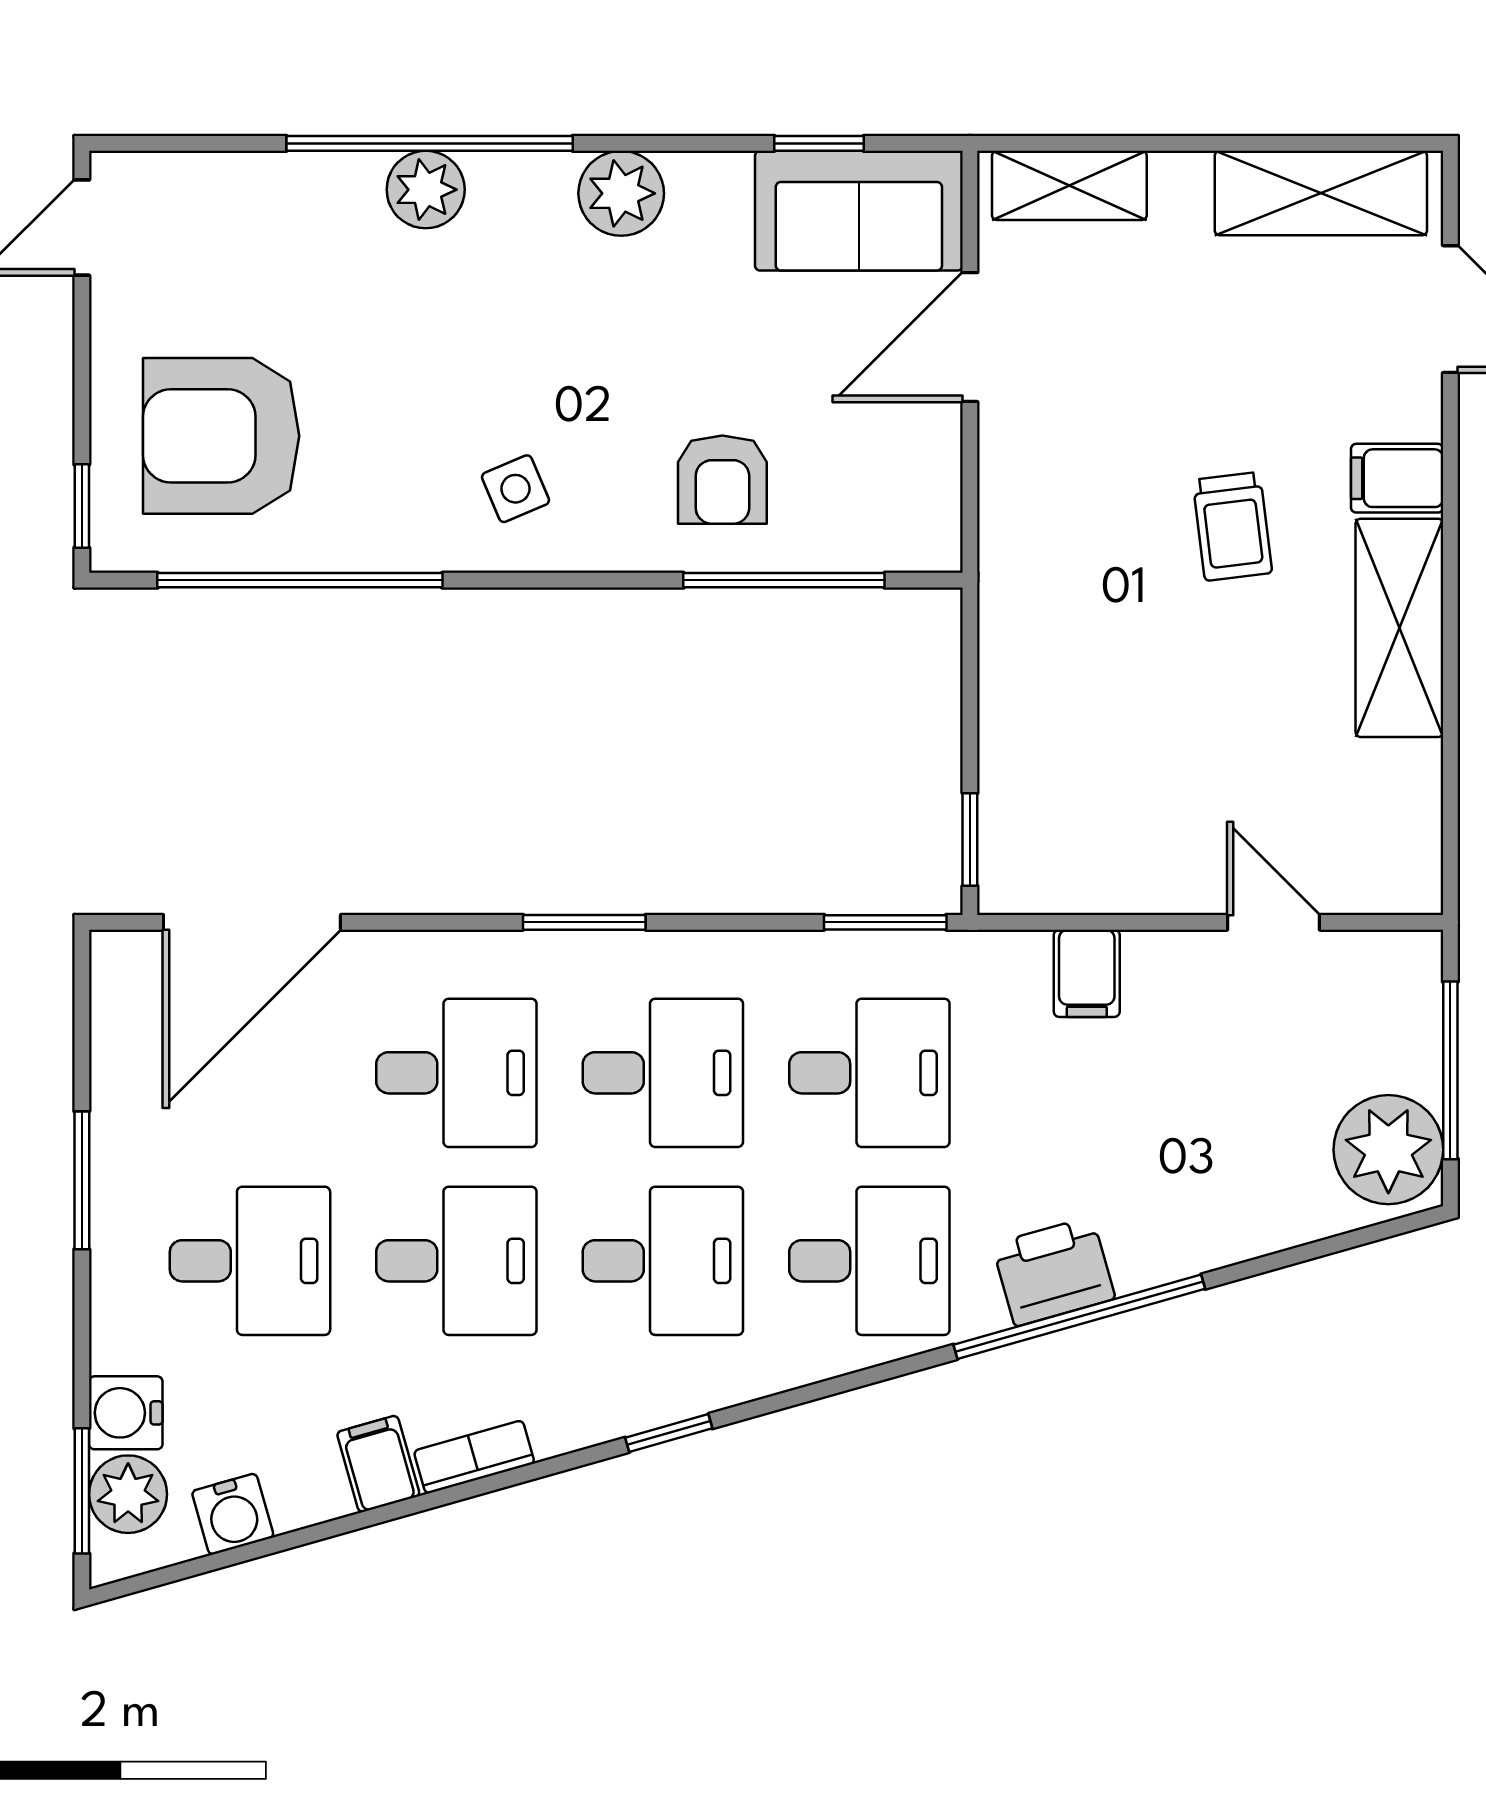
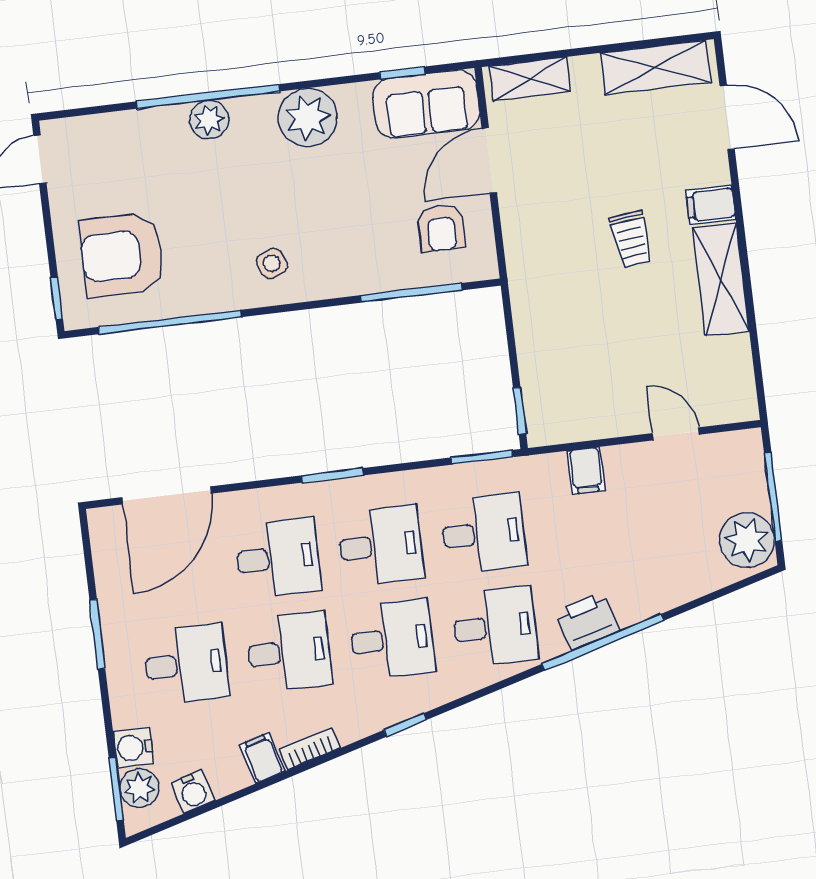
plant: (621, 193) -> (308, 118), width x1.36, depth x1.36
armchair: (722, 480) -> (441, 228), moved

